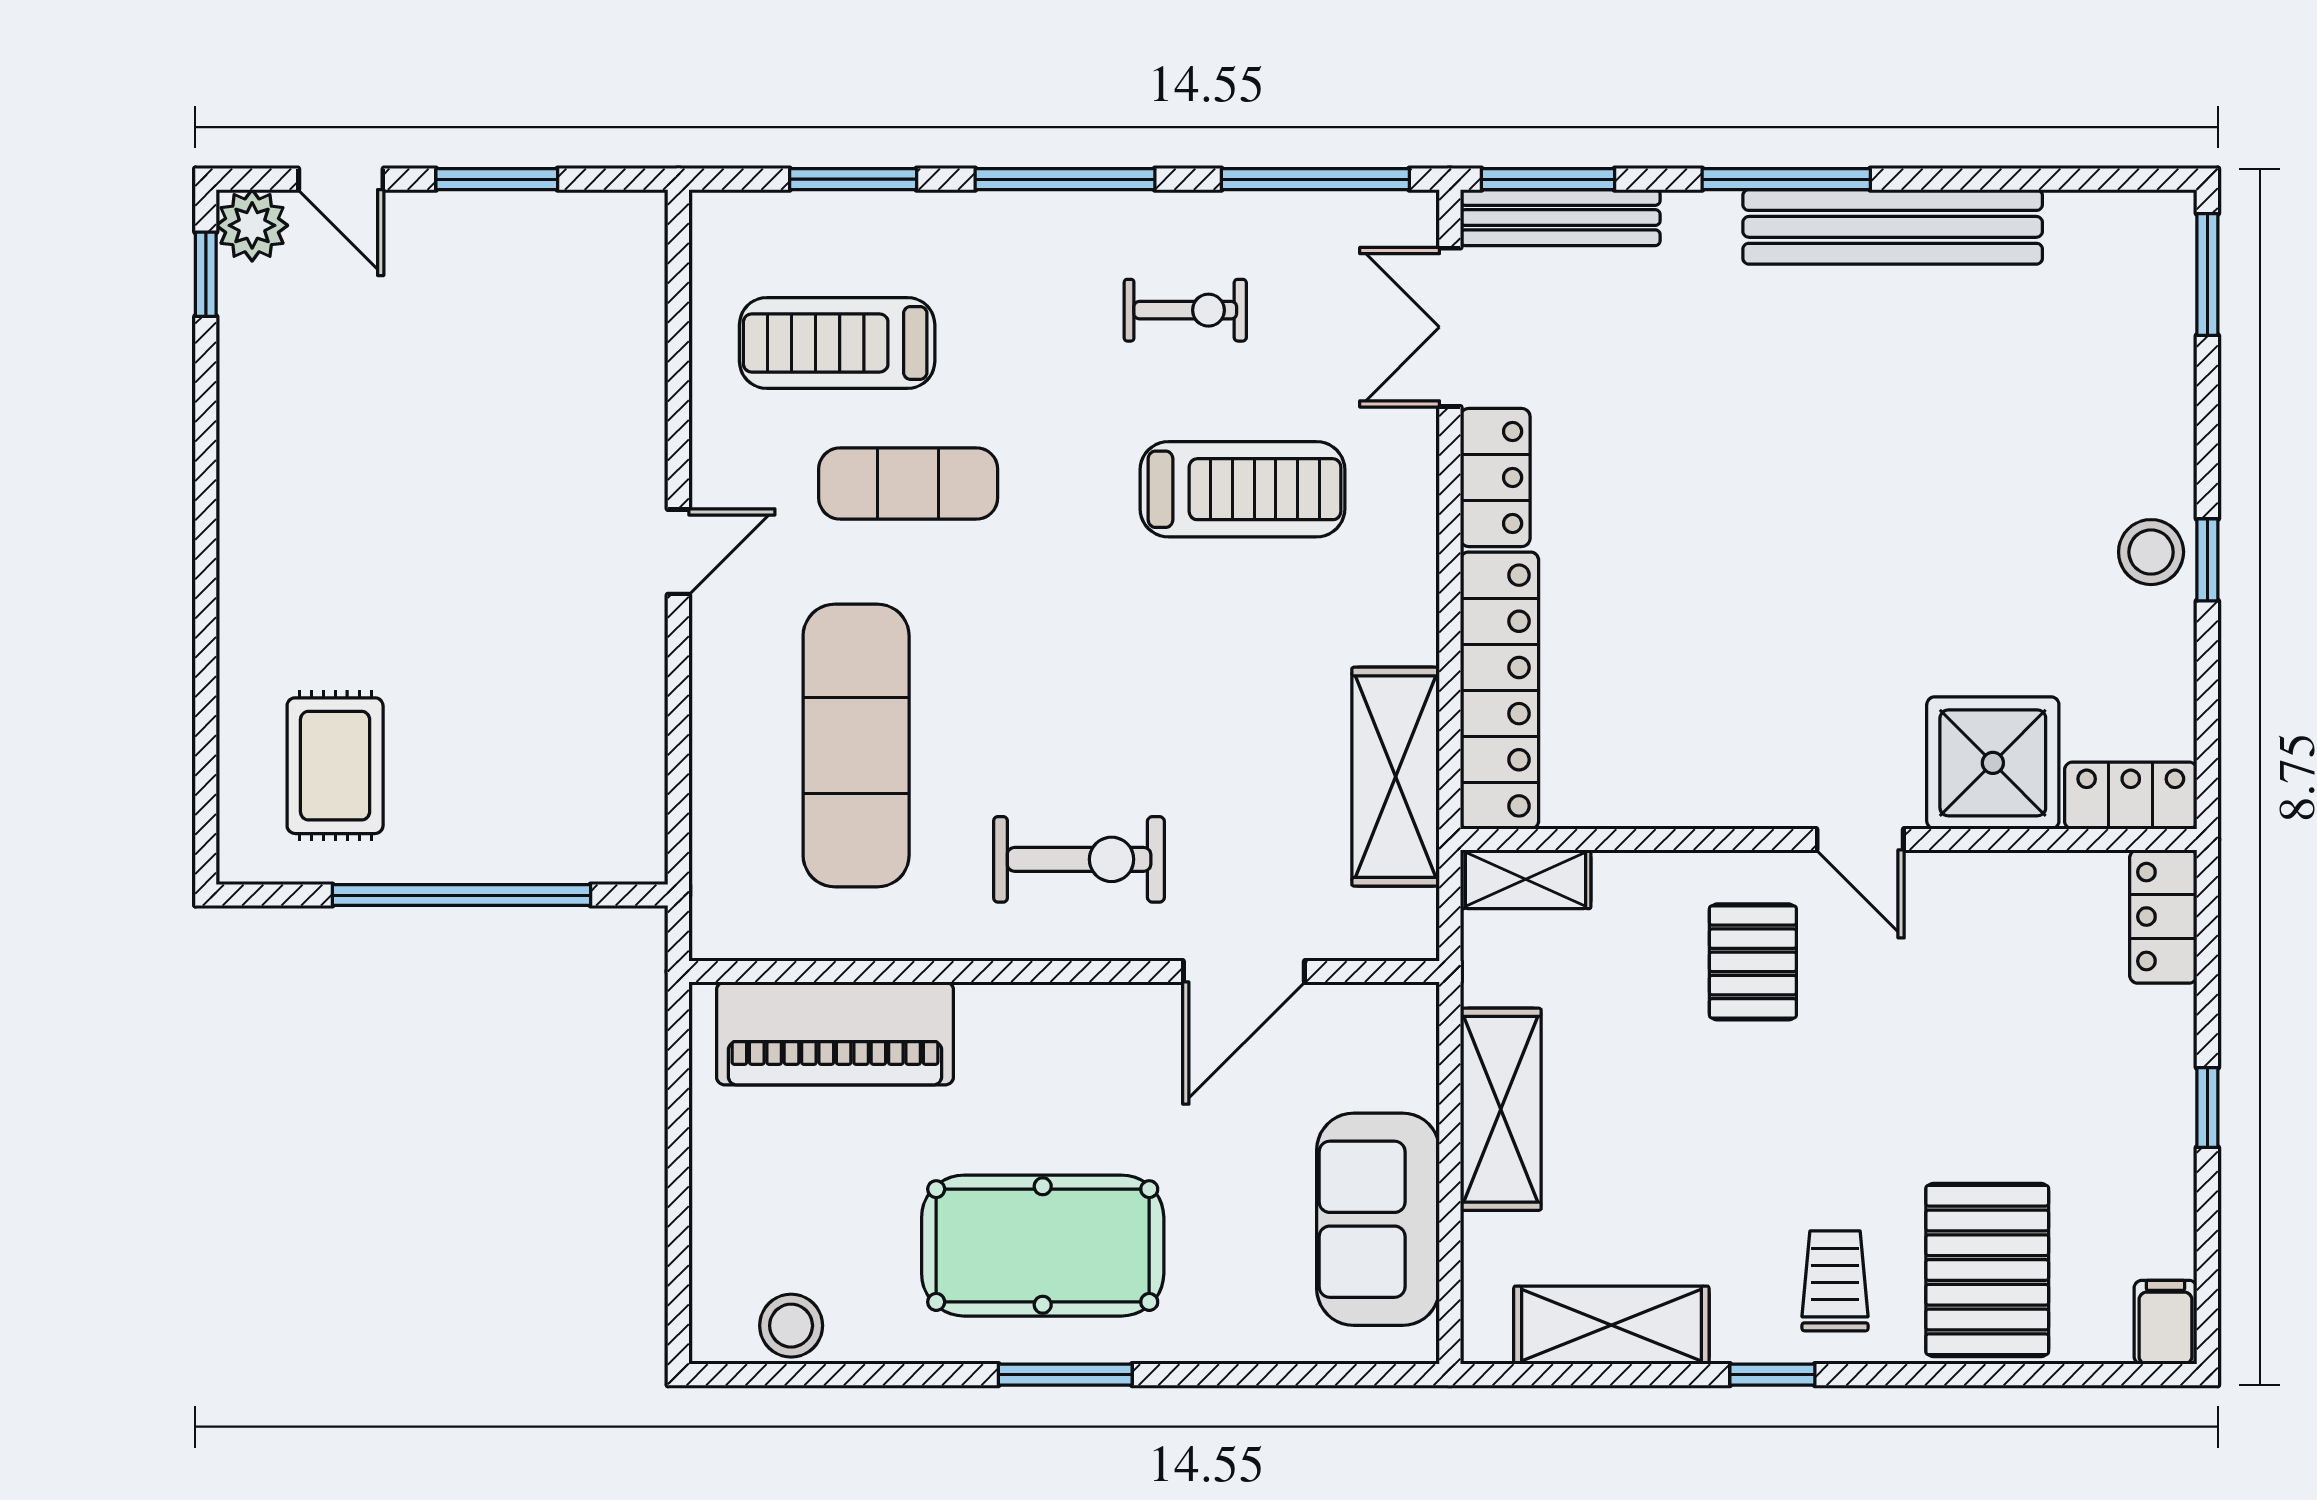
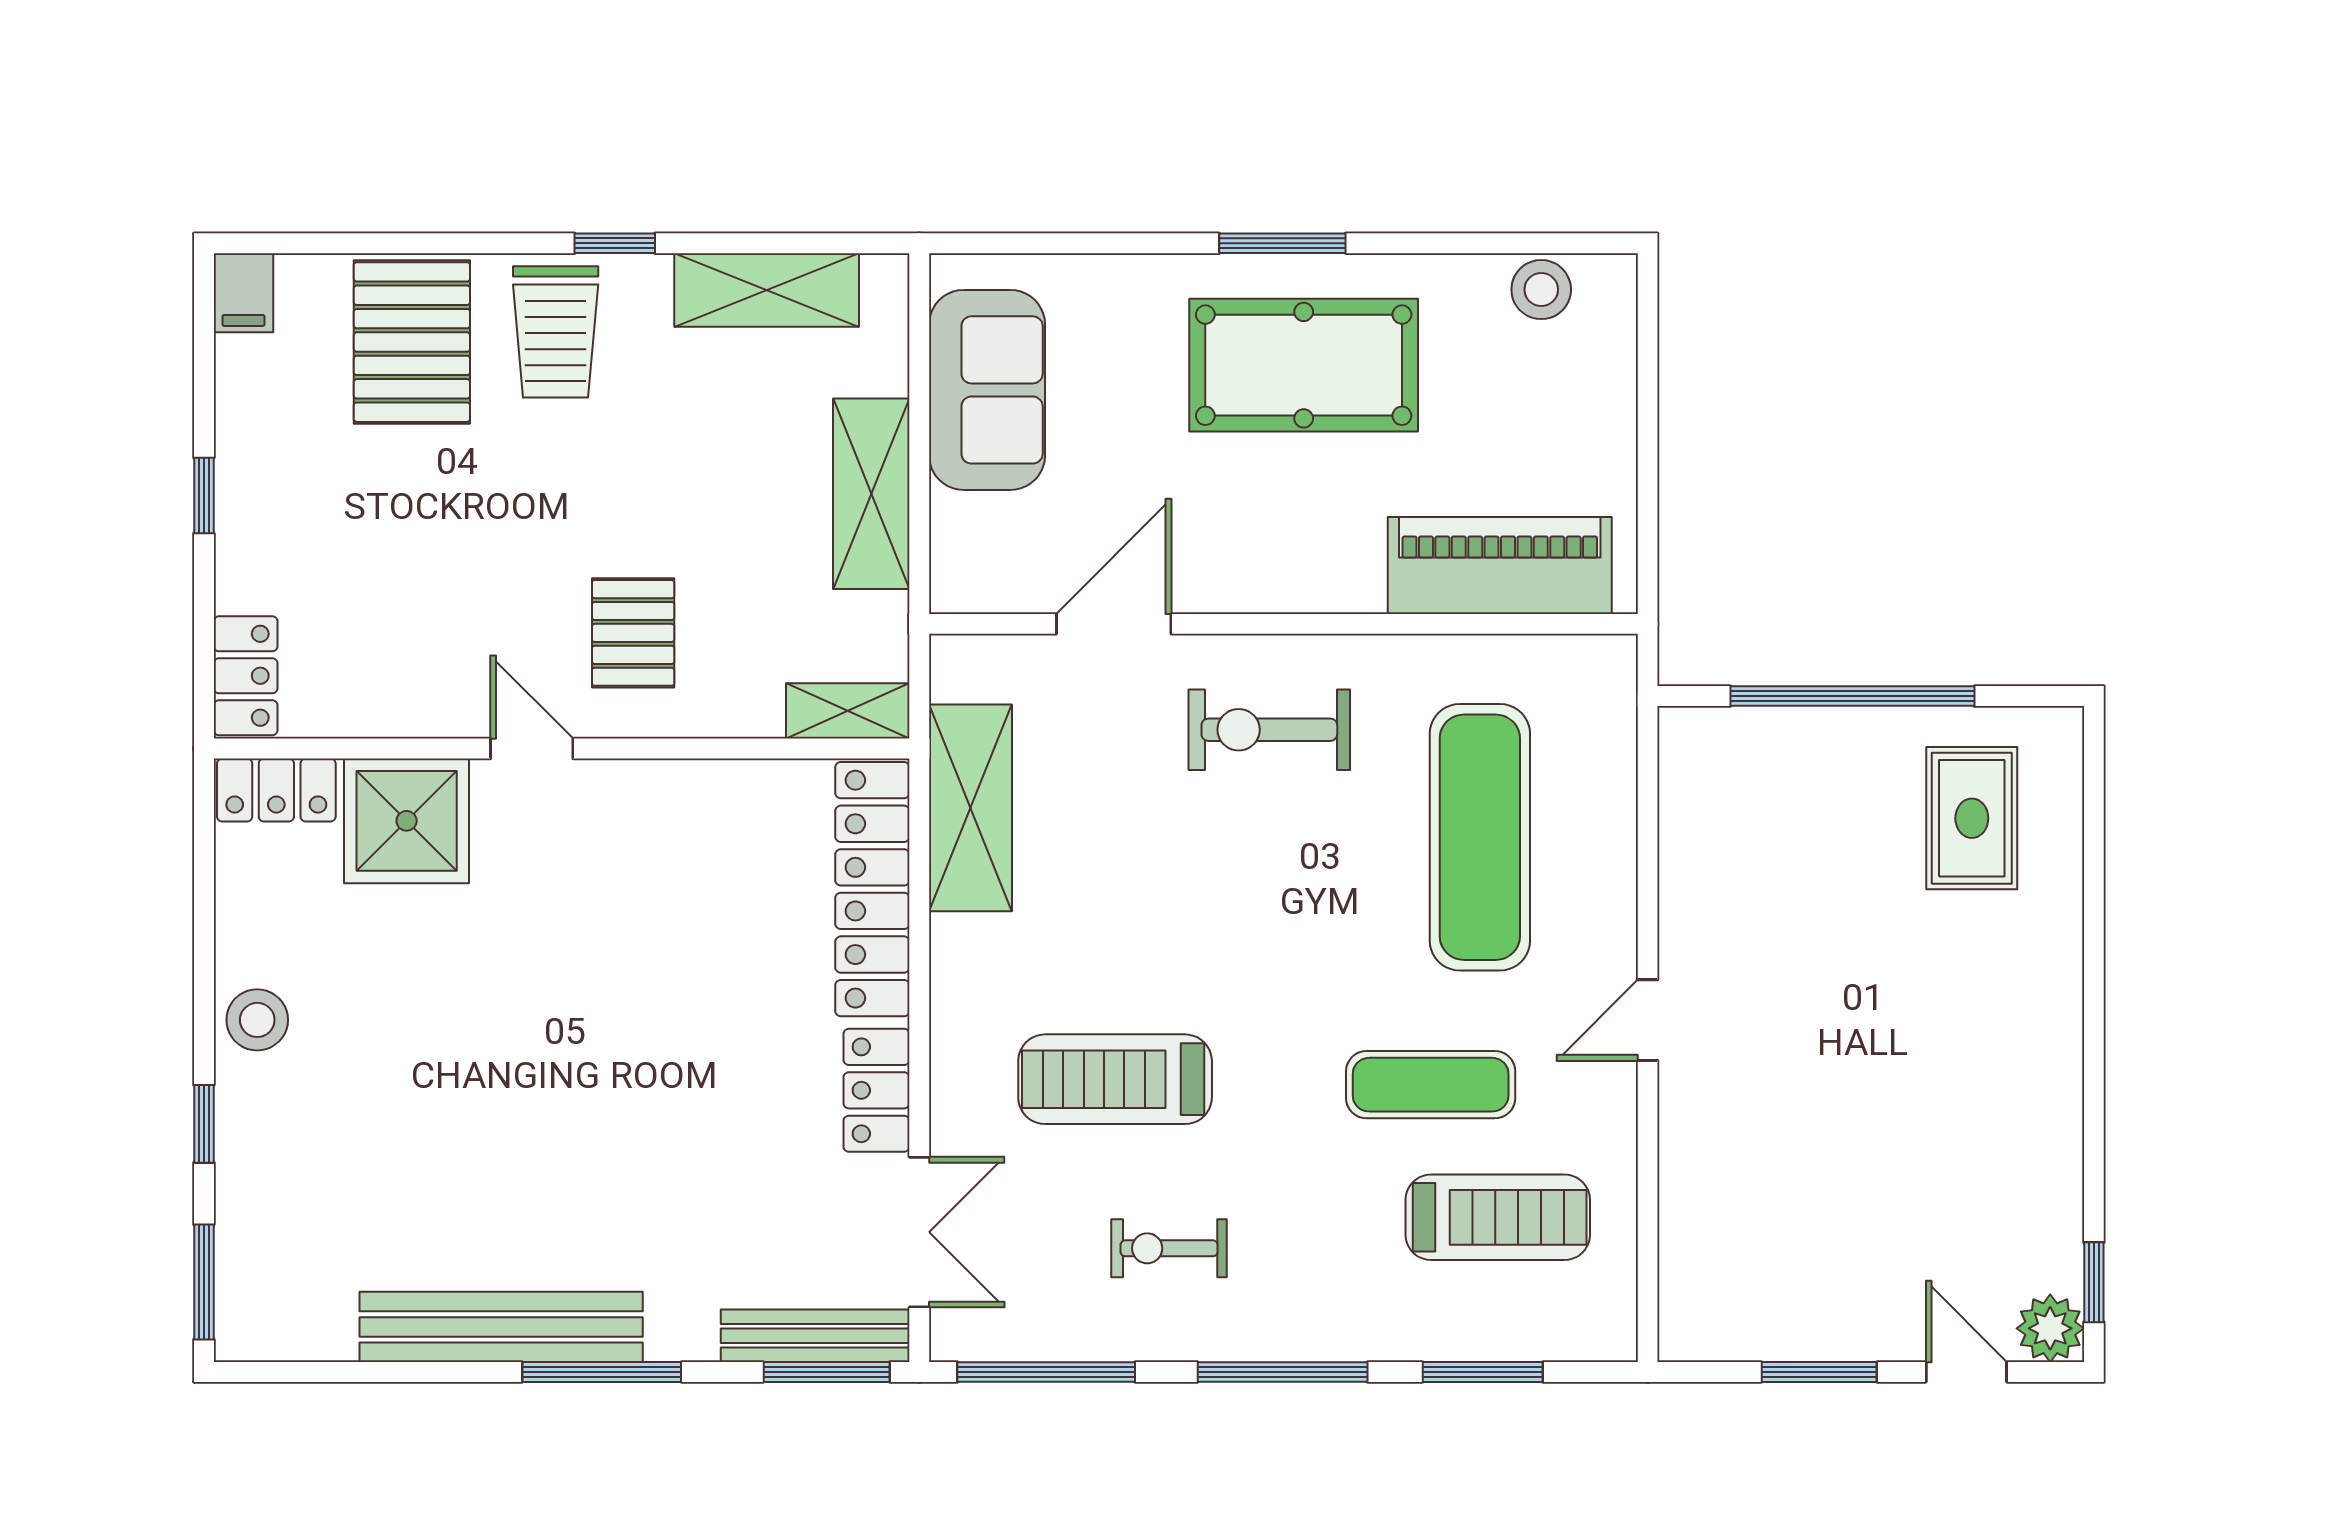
window: (2207, 560) -> (204, 1124), moved
trolley: (1835, 1281) -> (556, 332), width x1.36, depth x1.39

